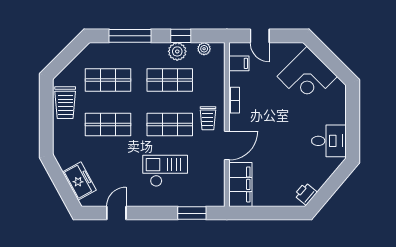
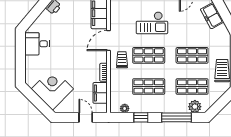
plant: (177, 51) -> (195, 107), moved
filing cabinet: (239, 63) -> (100, 93), width x2.00

